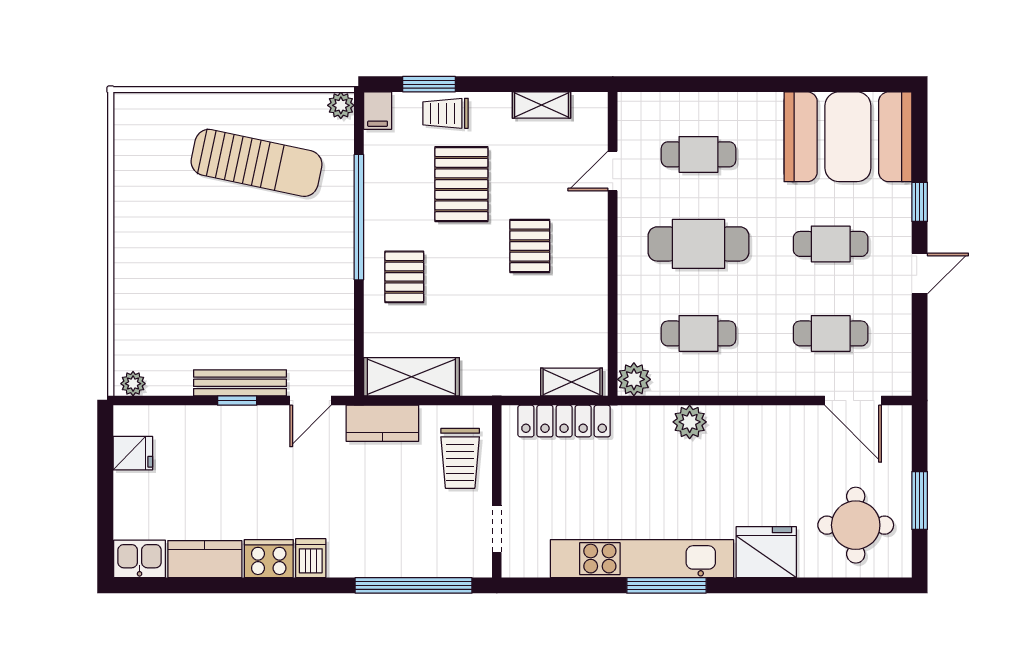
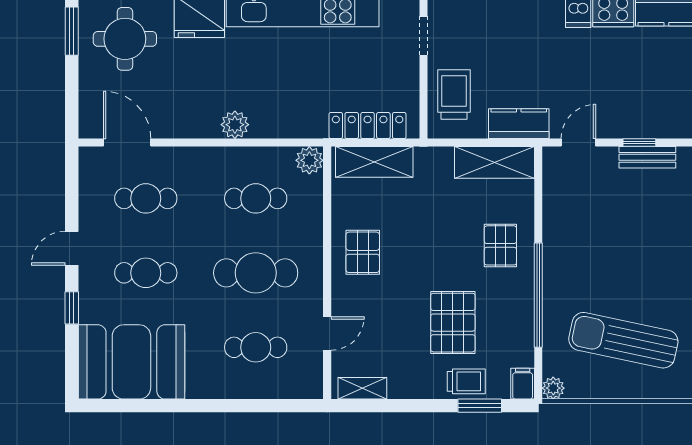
shelving: (541, 105) -> (362, 388), moved
pallet: (530, 246) -> (363, 252), moved
shelving: (571, 382) -> (374, 162), width x1.50, depth x1.33
bench: (240, 383) -> (647, 157), width x0.73
plant: (690, 422) -> (235, 125), moved
window: (920, 501) -> (72, 31), moved

